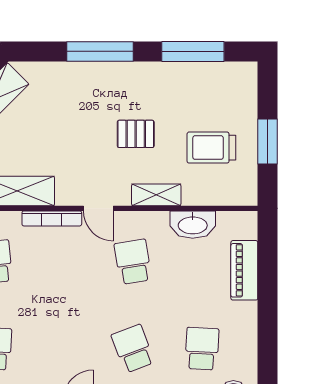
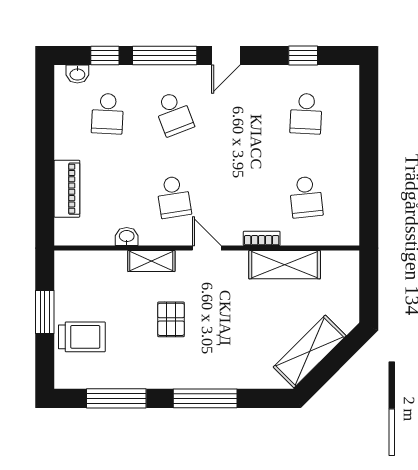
pallet: (136, 134) -> (171, 319), turned 90
trolley: (211, 148) -> (82, 337), moved
bookcase: (52, 218) -> (262, 238), width x0.64
washbasin: (193, 225) -> (127, 237), width x0.52, depth x0.69

